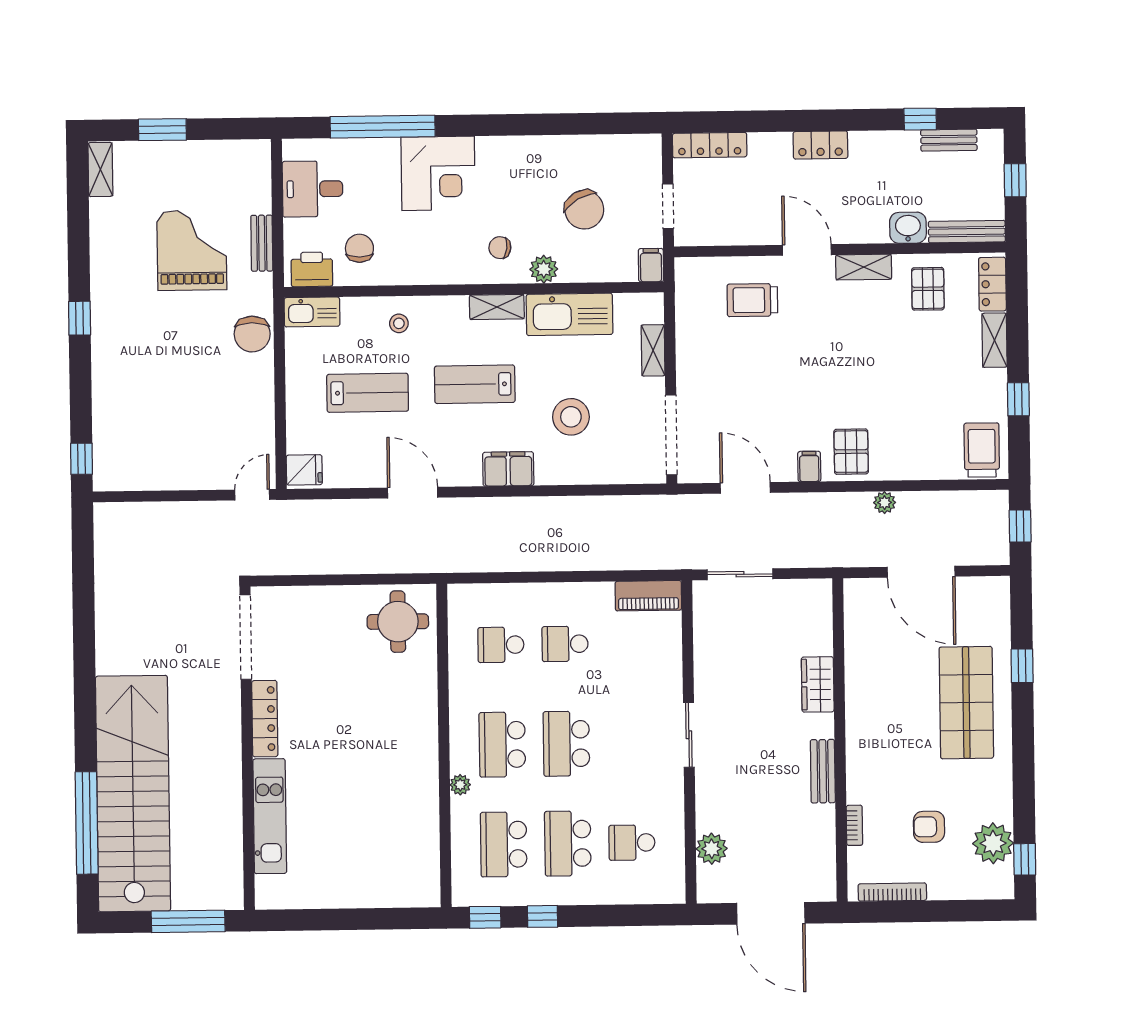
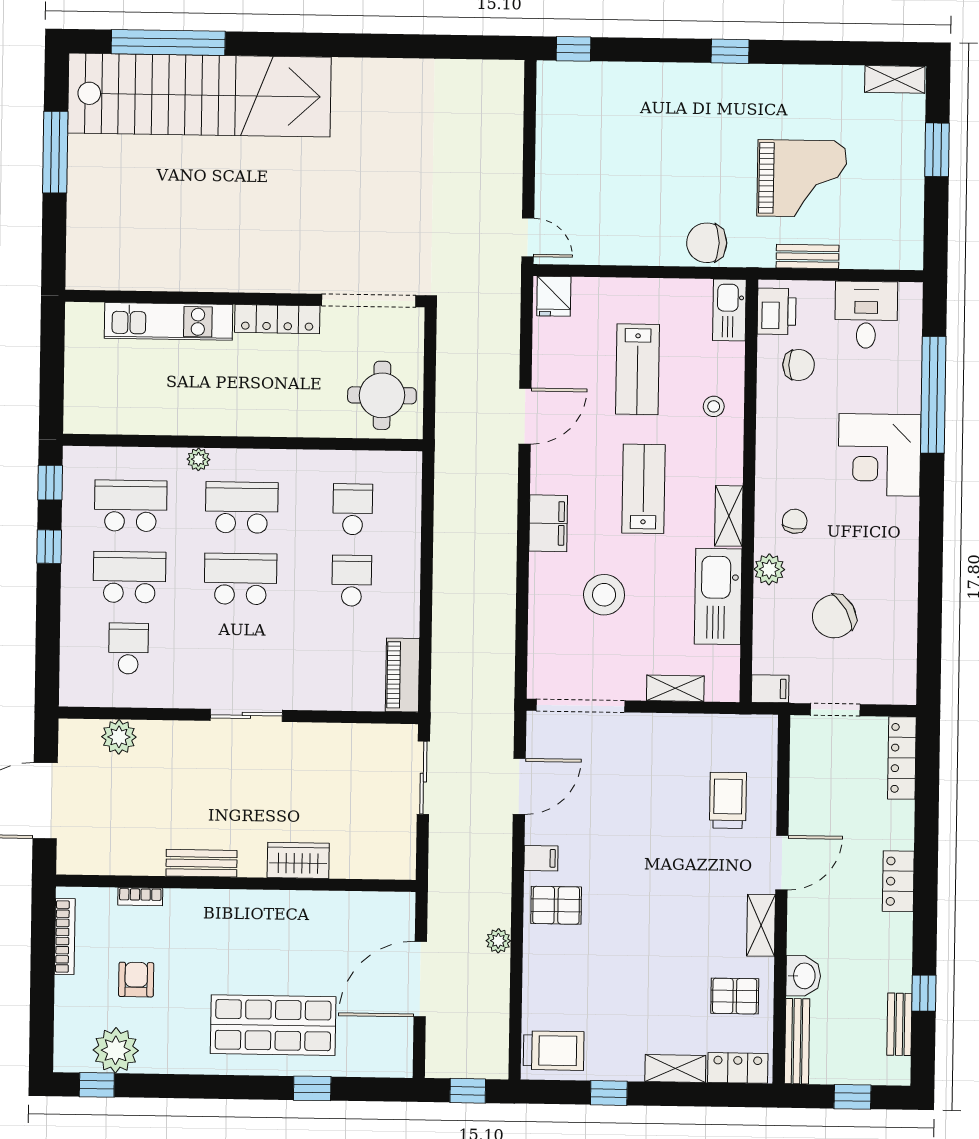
doorway: (246, 637) -> (369, 301), moved
locker: (265, 719) -> (277, 319), moved
wall: (247, 748) -> (245, 299), moved
kitchen unit: (270, 816) -> (169, 321), moved

